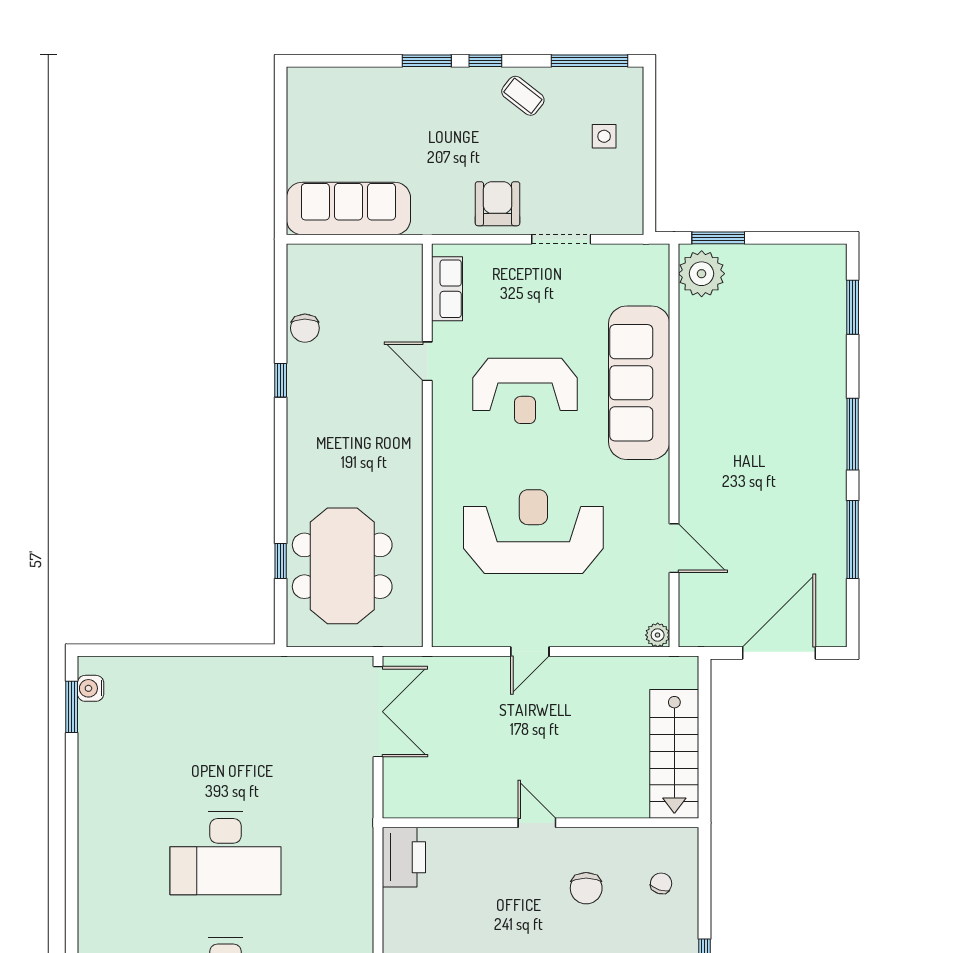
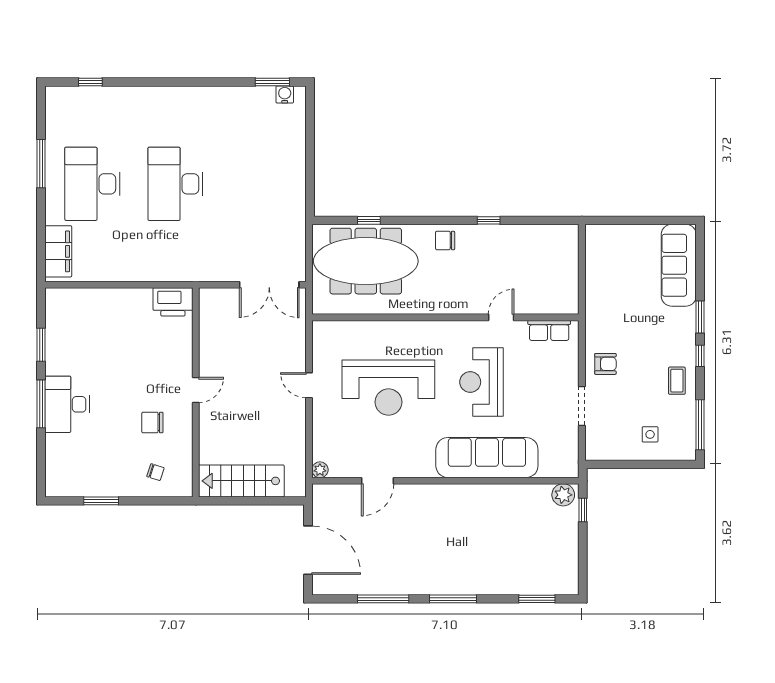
coffee table: (523, 96) -> (677, 381), turned -38
armchair: (498, 204) -> (605, 364), width x0.72, depth x0.72
sofa: (348, 209) -> (679, 265), moved, turned 180
window: (718, 238) -> (583, 510), width x0.67
plant: (702, 274) -> (563, 495), width x0.73, depth x0.73
chair: (305, 328) -> (445, 240), moved
reception desk: (533, 532) -> (388, 388), turned 90
meeting table: (342, 566) -> (366, 261), width x1.36

